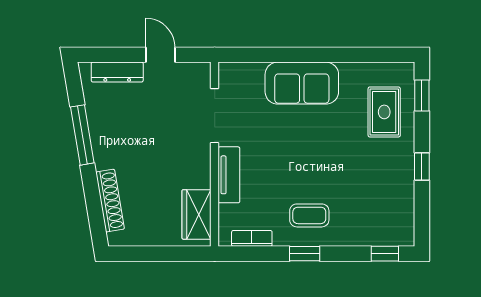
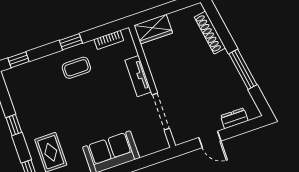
dresser: (117, 72) -> (234, 118), width x0.70
wardrobe: (197, 214) -> (153, 29), moved, turned 90

